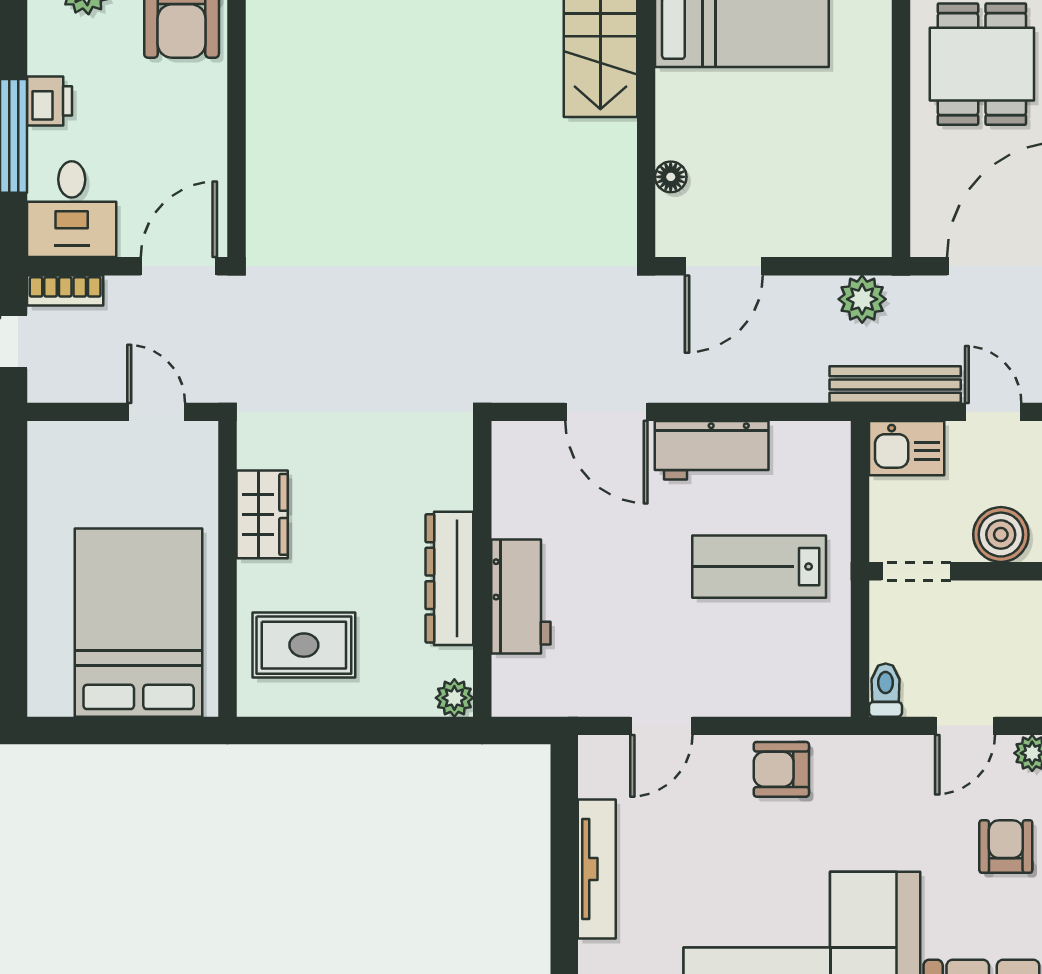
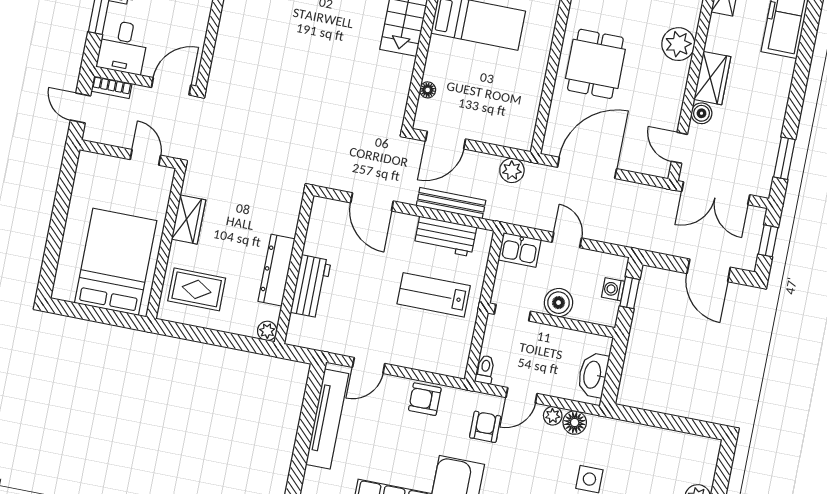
bench: (895, 384) -> (451, 203), moved
workbench: (712, 450) -> (445, 236), moved
armchair: (1006, 847) -> (485, 427), moved
tv unit: (597, 869) -> (327, 419), width x1.36, depth x1.29

